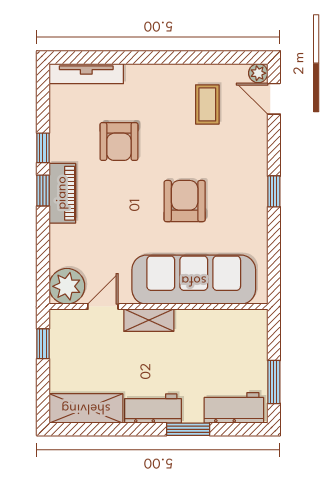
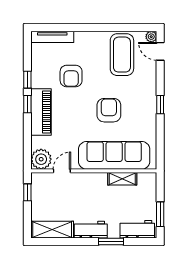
coffee table: (207, 104) -> (122, 55), width x1.86, depth x1.72
piano: (62, 193) -> (41, 112), width x1.37, depth x1.33
shelving: (149, 320) -> (122, 179), moved

